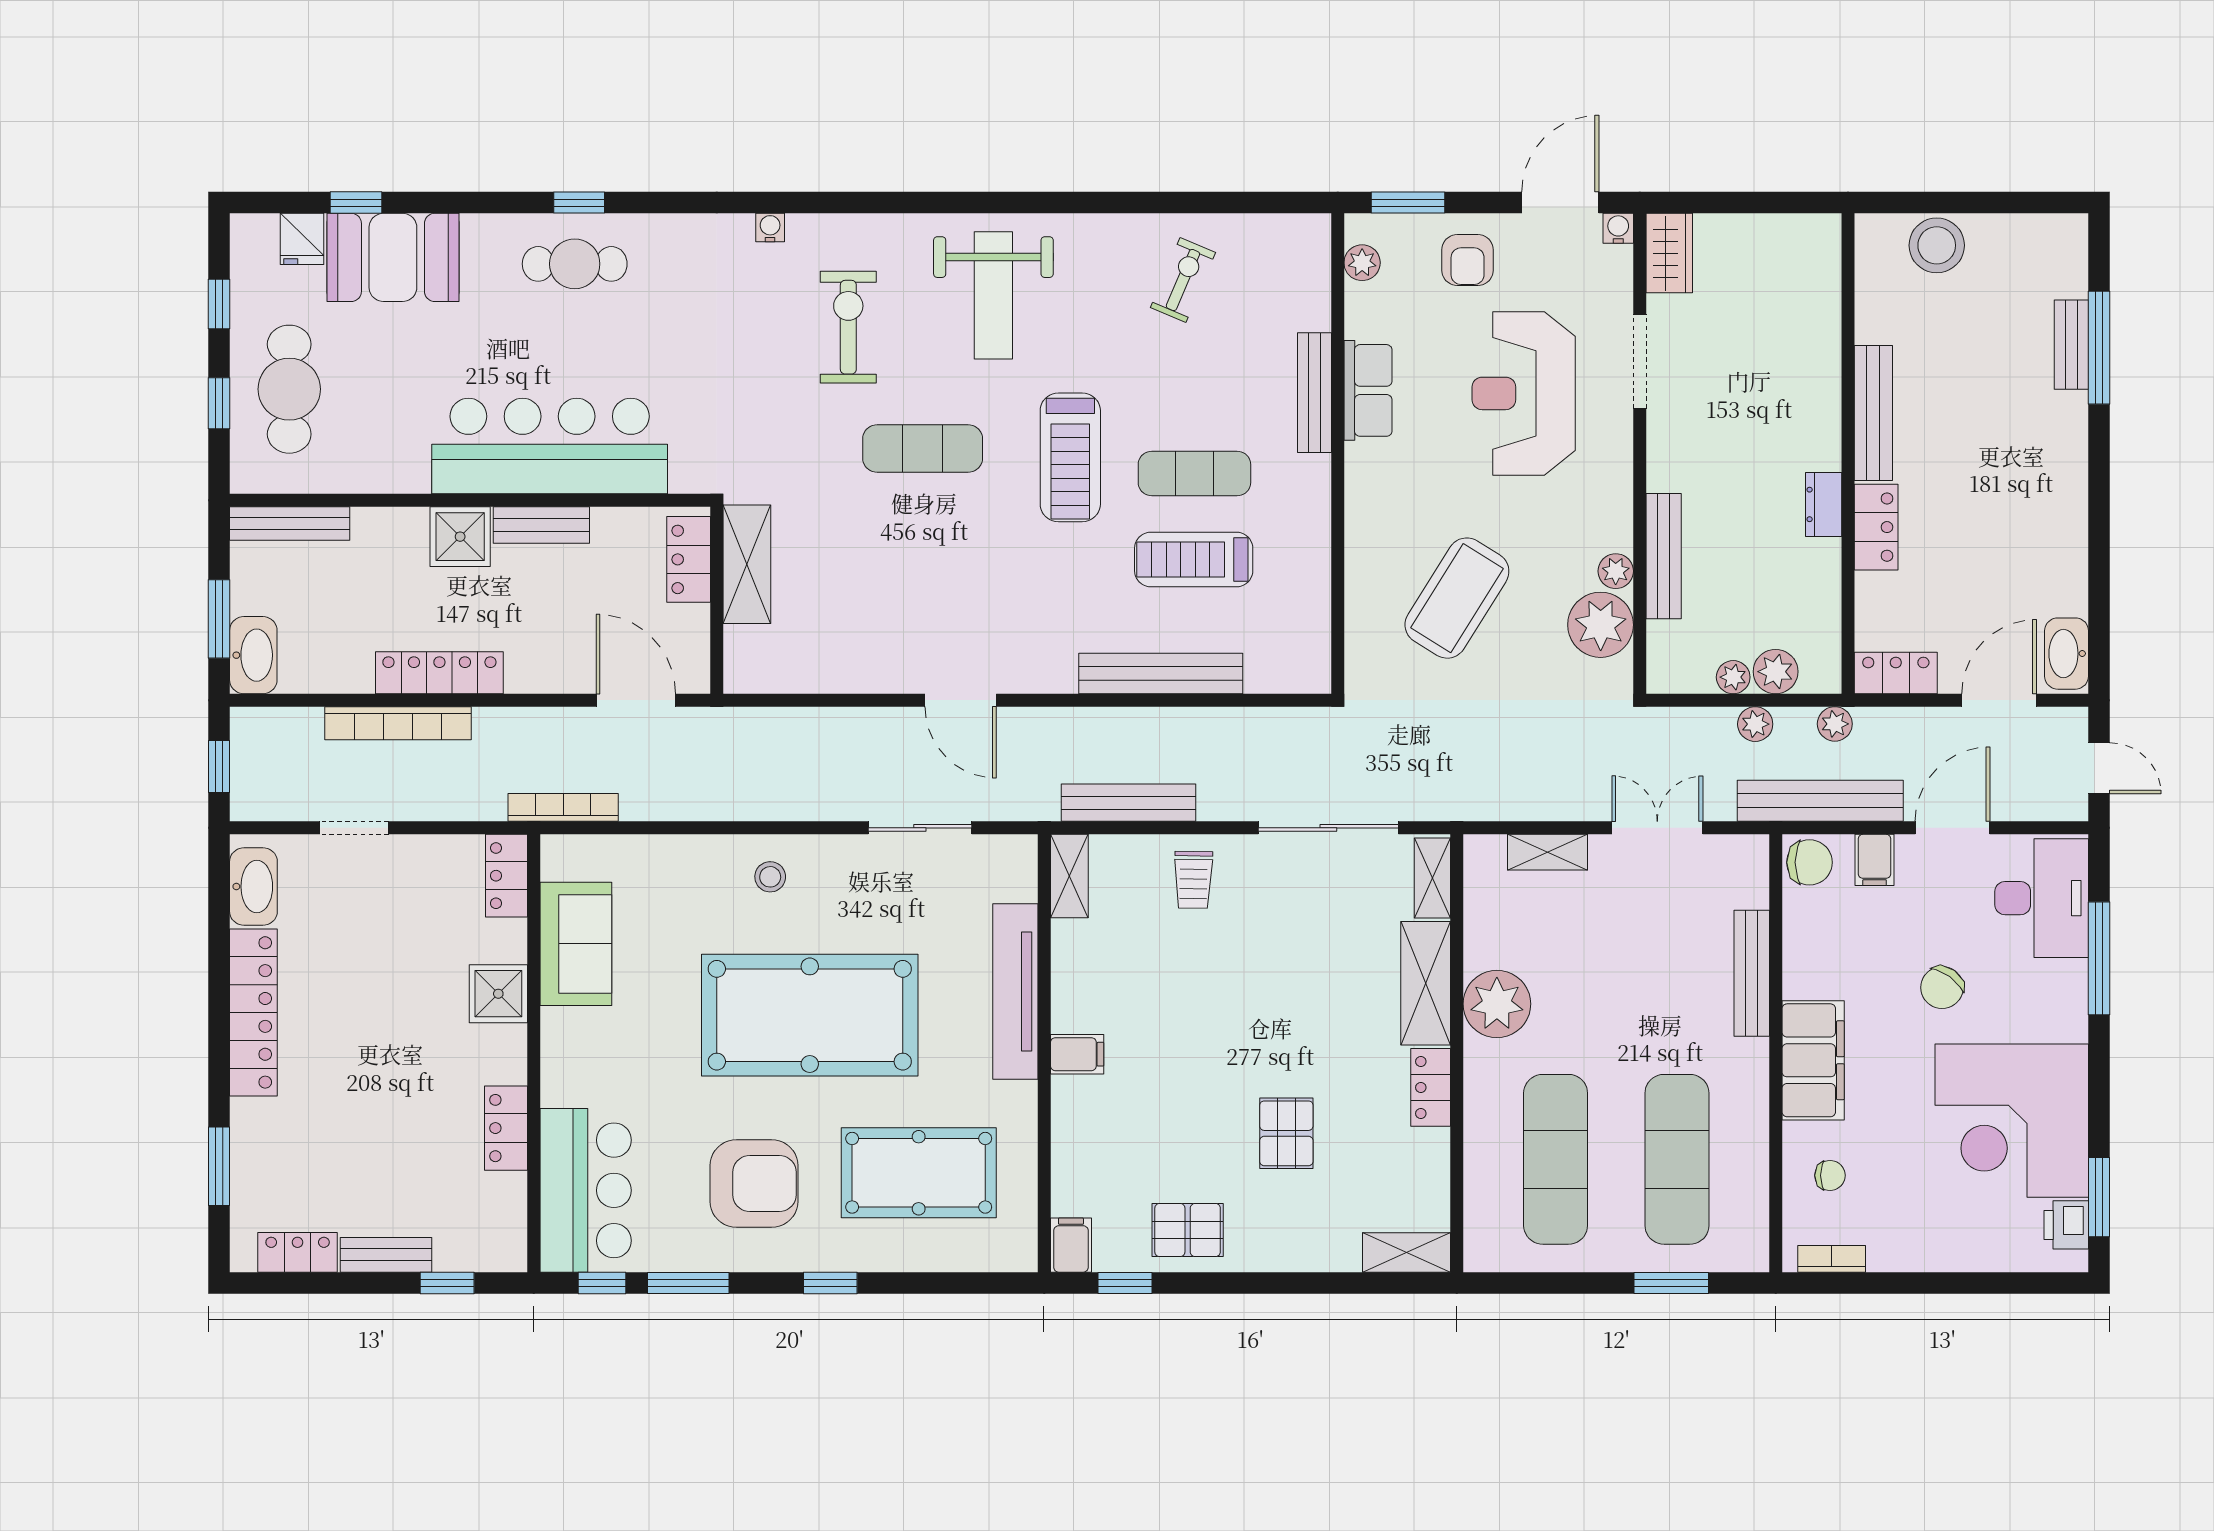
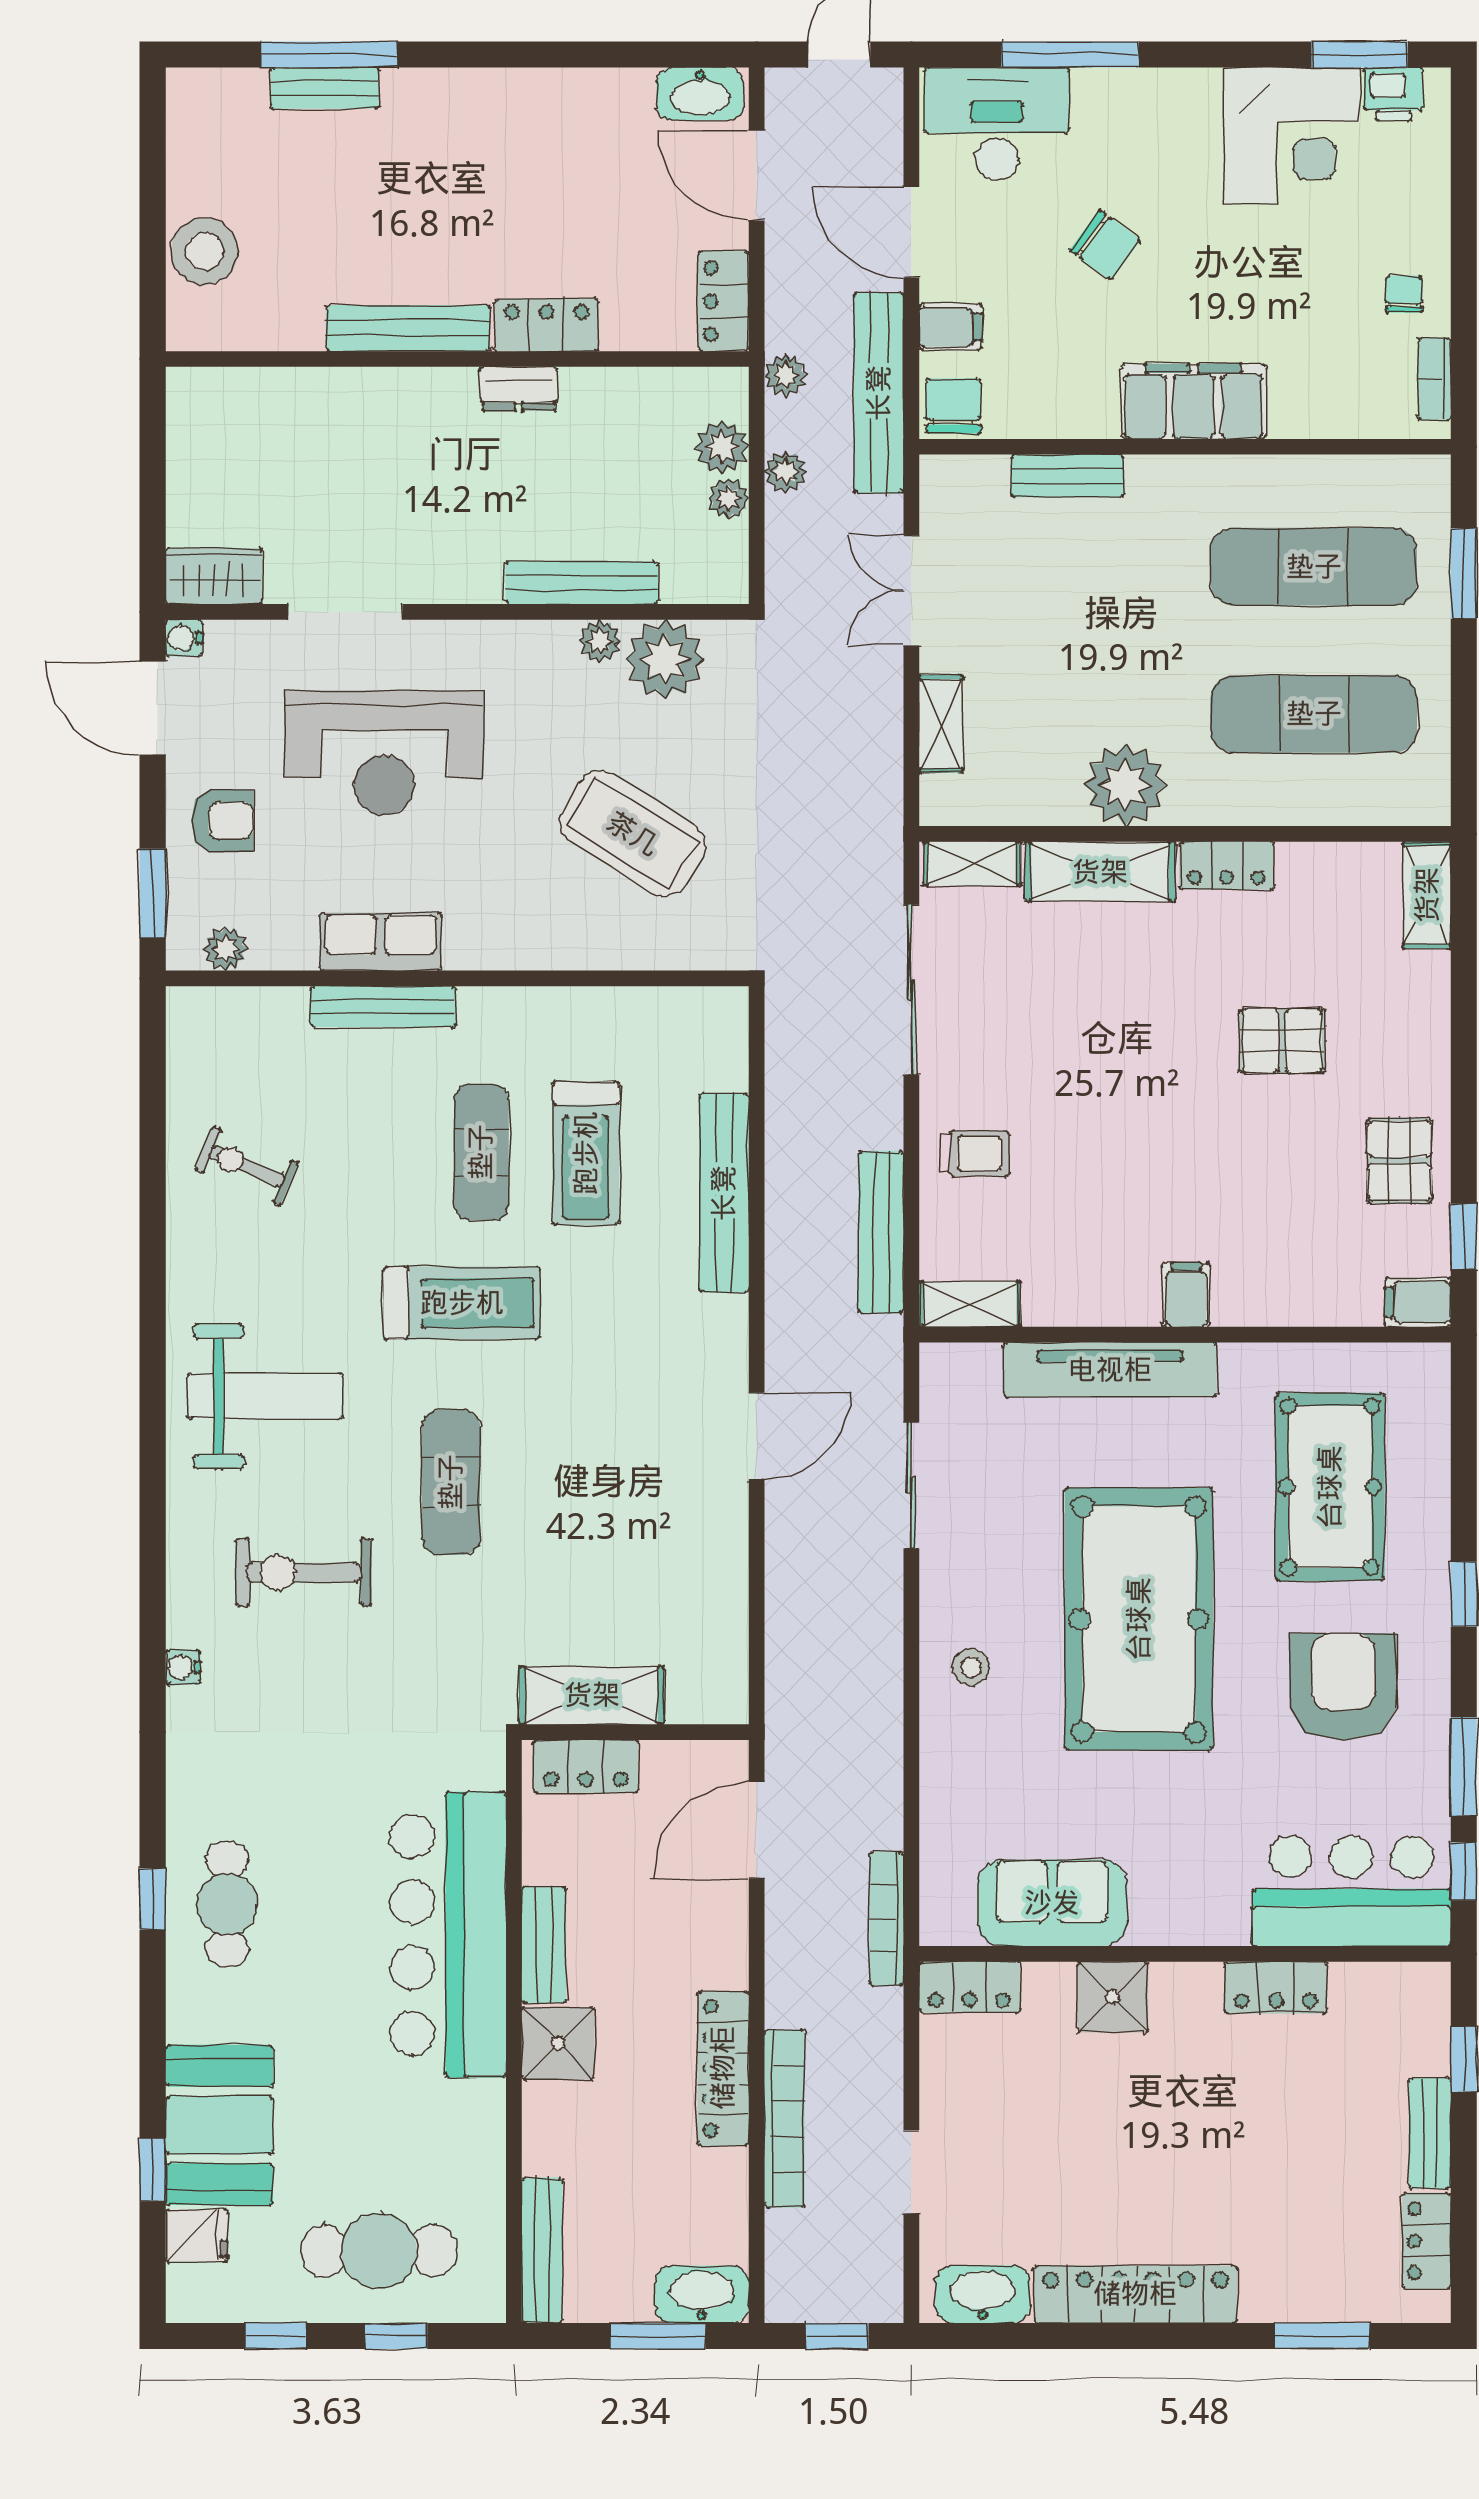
bench: (1752, 973) -> (1068, 476), width x0.73
corner desk: (2012, 1121) -> (1291, 136), width x0.74, depth x0.74
chair: (1830, 1175) -> (1404, 294), moved

